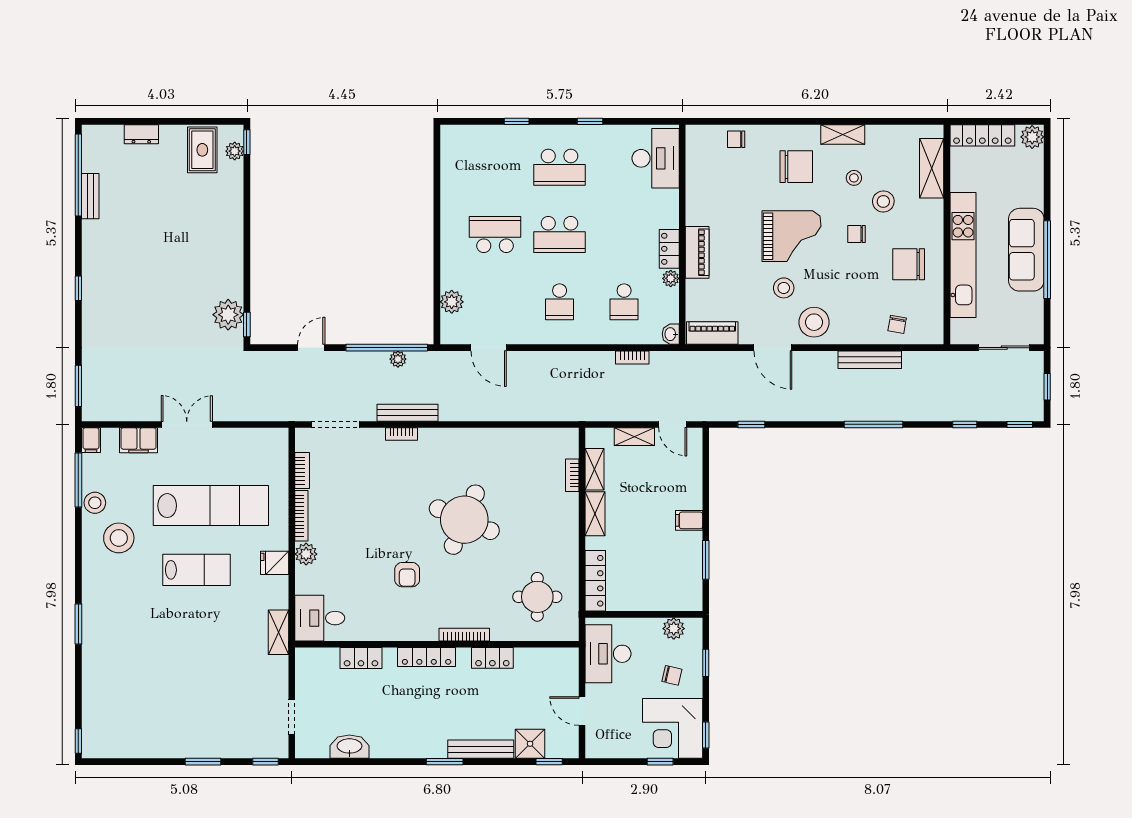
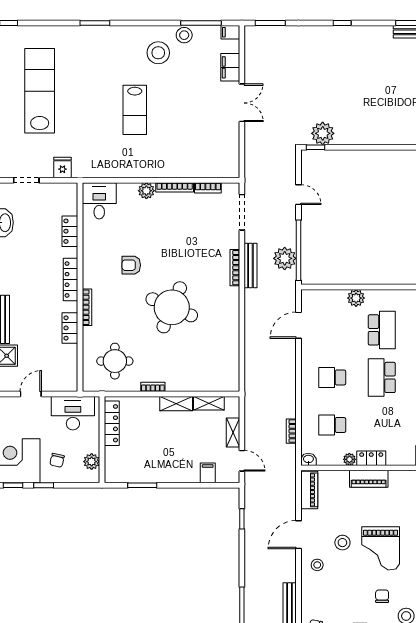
plant: (452, 302) -> (356, 298), moved
stool: (814, 322) -> (317, 565), width x0.53, depth x0.53
plant: (398, 359) -> (285, 258), width x1.87, depth x1.87
door: (673, 424) -> (242, 461), swing flipped
bookcase: (401, 434) -> (235, 268), width x1.56
bookcase: (572, 475) -> (153, 387), moved
lab bench: (211, 506) -> (40, 91), moved, turned 180
filing cabinet: (689, 520) -> (208, 473), moved
fridge: (275, 563) -> (62, 168), moved
locker: (595, 581) -> (112, 423), moved, turned -90
shelving: (279, 632) -> (89, 170), removed
window: (706, 663) -> (44, 485), moved

